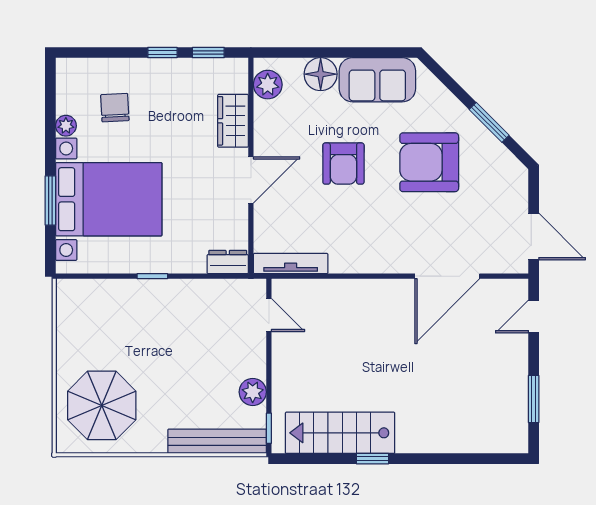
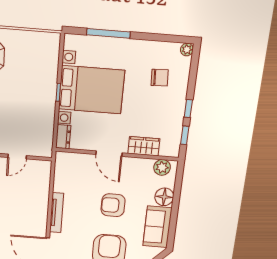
plant: (66, 126) -> (187, 49), moved
bed with nightstands: (109, 199) -> (91, 90), moved, turned -90
window: (50, 201) -> (108, 33), width x1.44
tv unit: (291, 263) -> (57, 213), moved
door: (269, 315) -> (17, 156), moved

